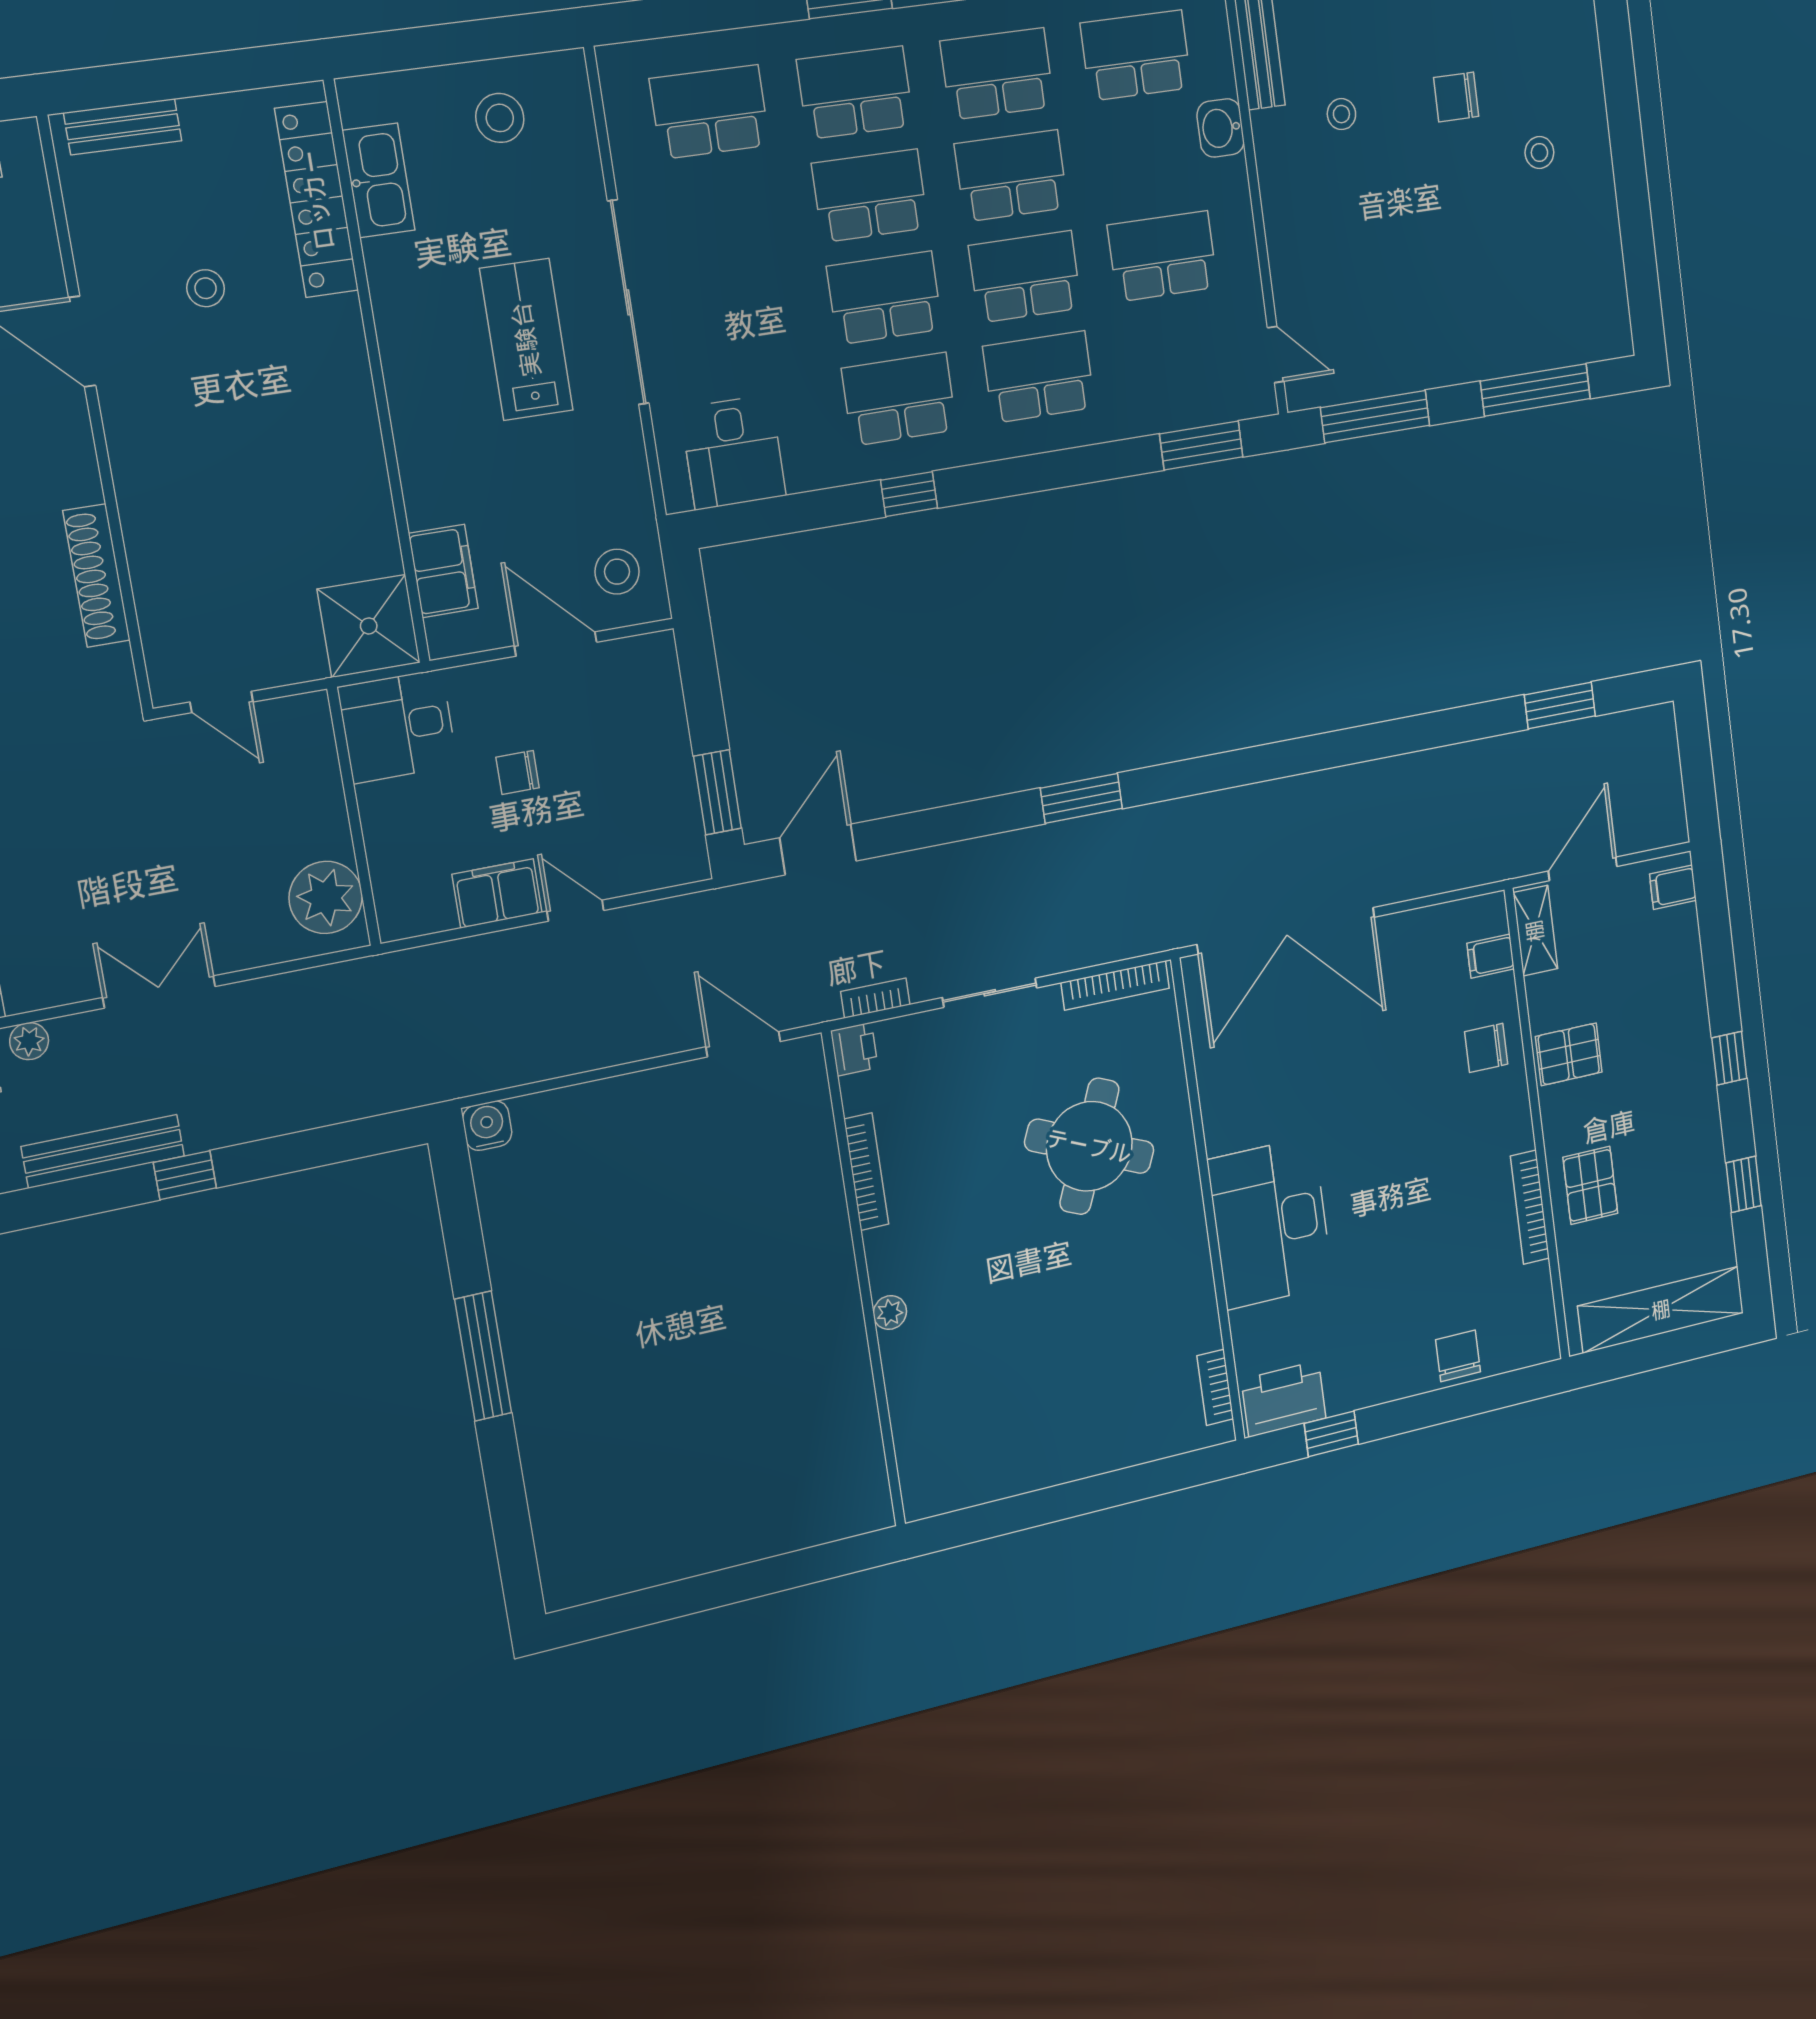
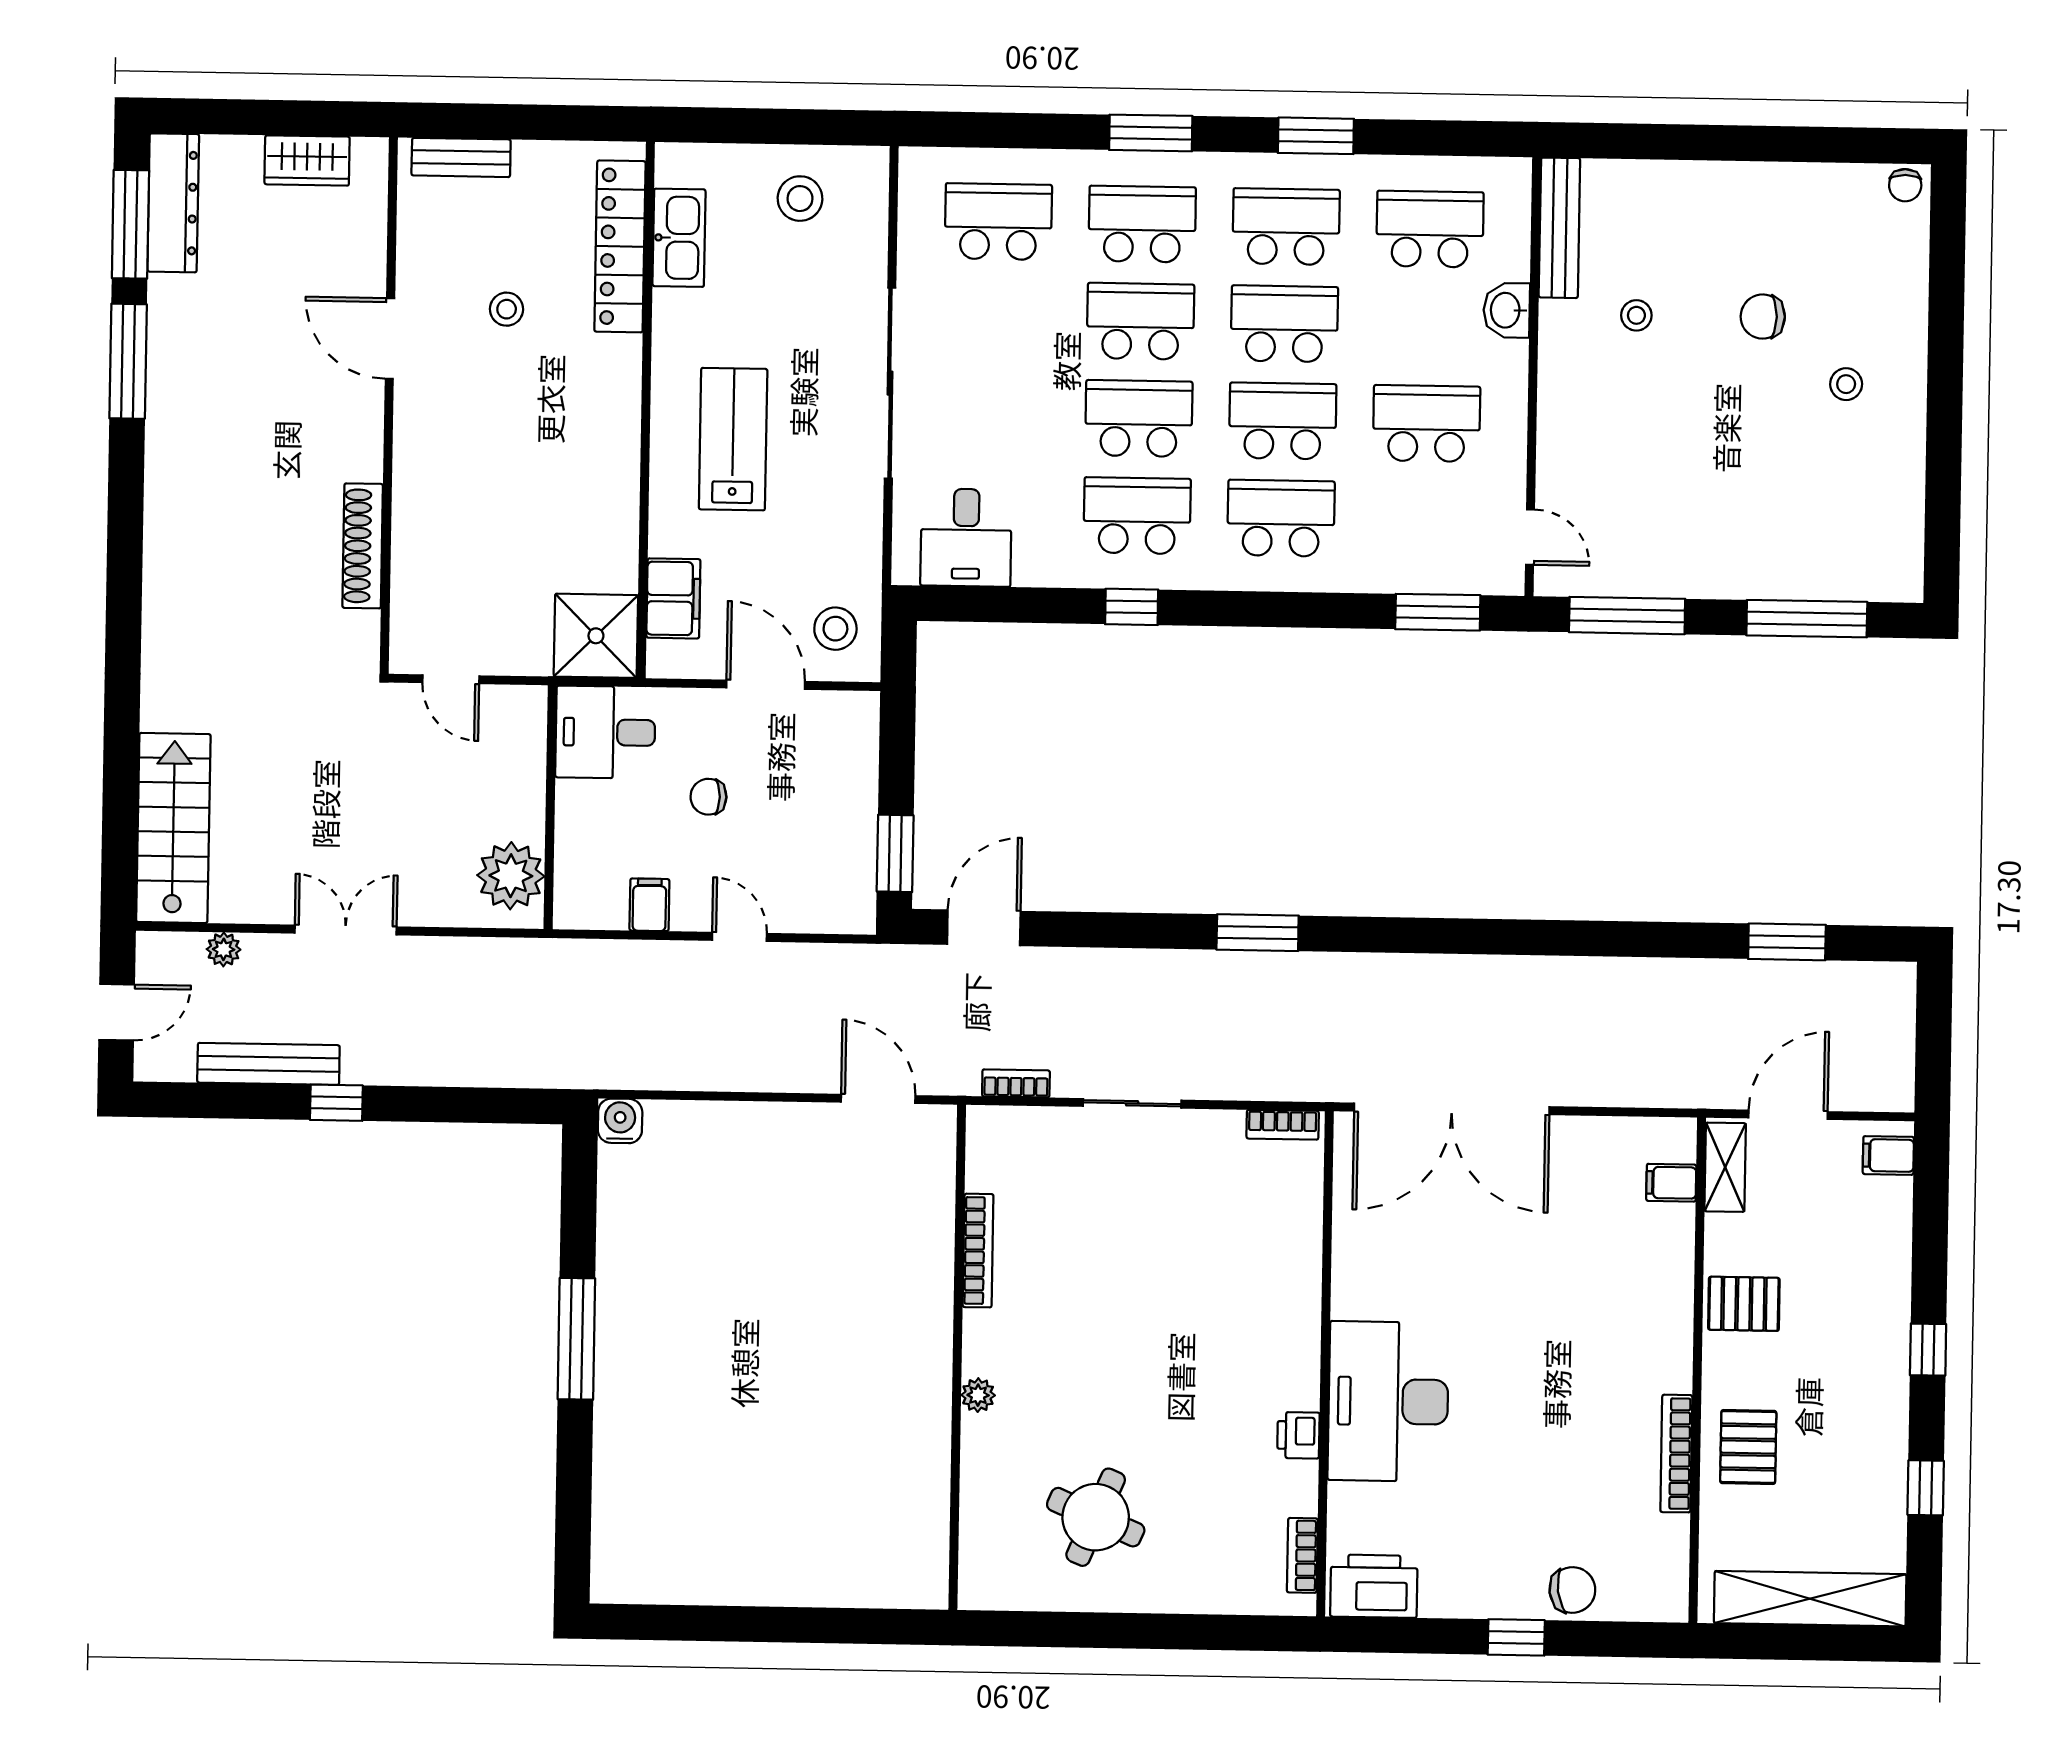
lab bench: (526, 339) -> (733, 439), moved
filing cabinet: (497, 893) -> (649, 905), width x0.50
bookcase: (1115, 985) -> (1283, 1125), width x0.64
chair: (1486, 1048) -> (1652, 1276), removed
printer: (854, 1049) -> (1298, 1435), moved, turned 180
round table: (1089, 1146) -> (1096, 1517), moved, width x0.73, depth x0.73
chair: (1458, 1356) -> (1572, 1590), turned 82
window: (1331, 1434) -> (1516, 1637), moved

